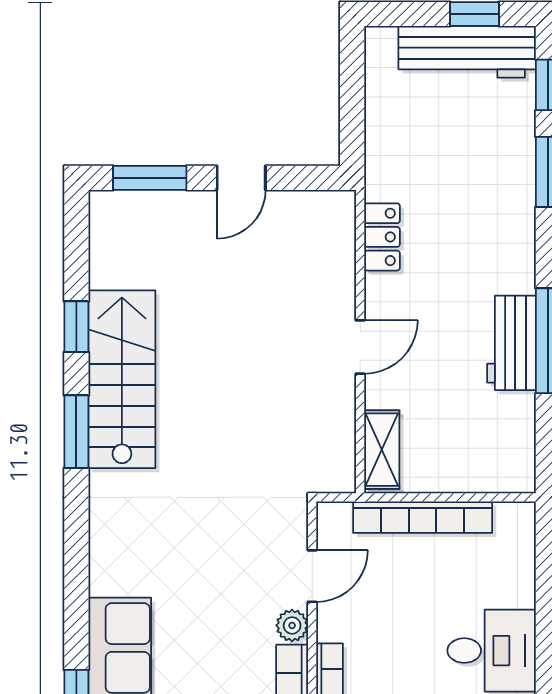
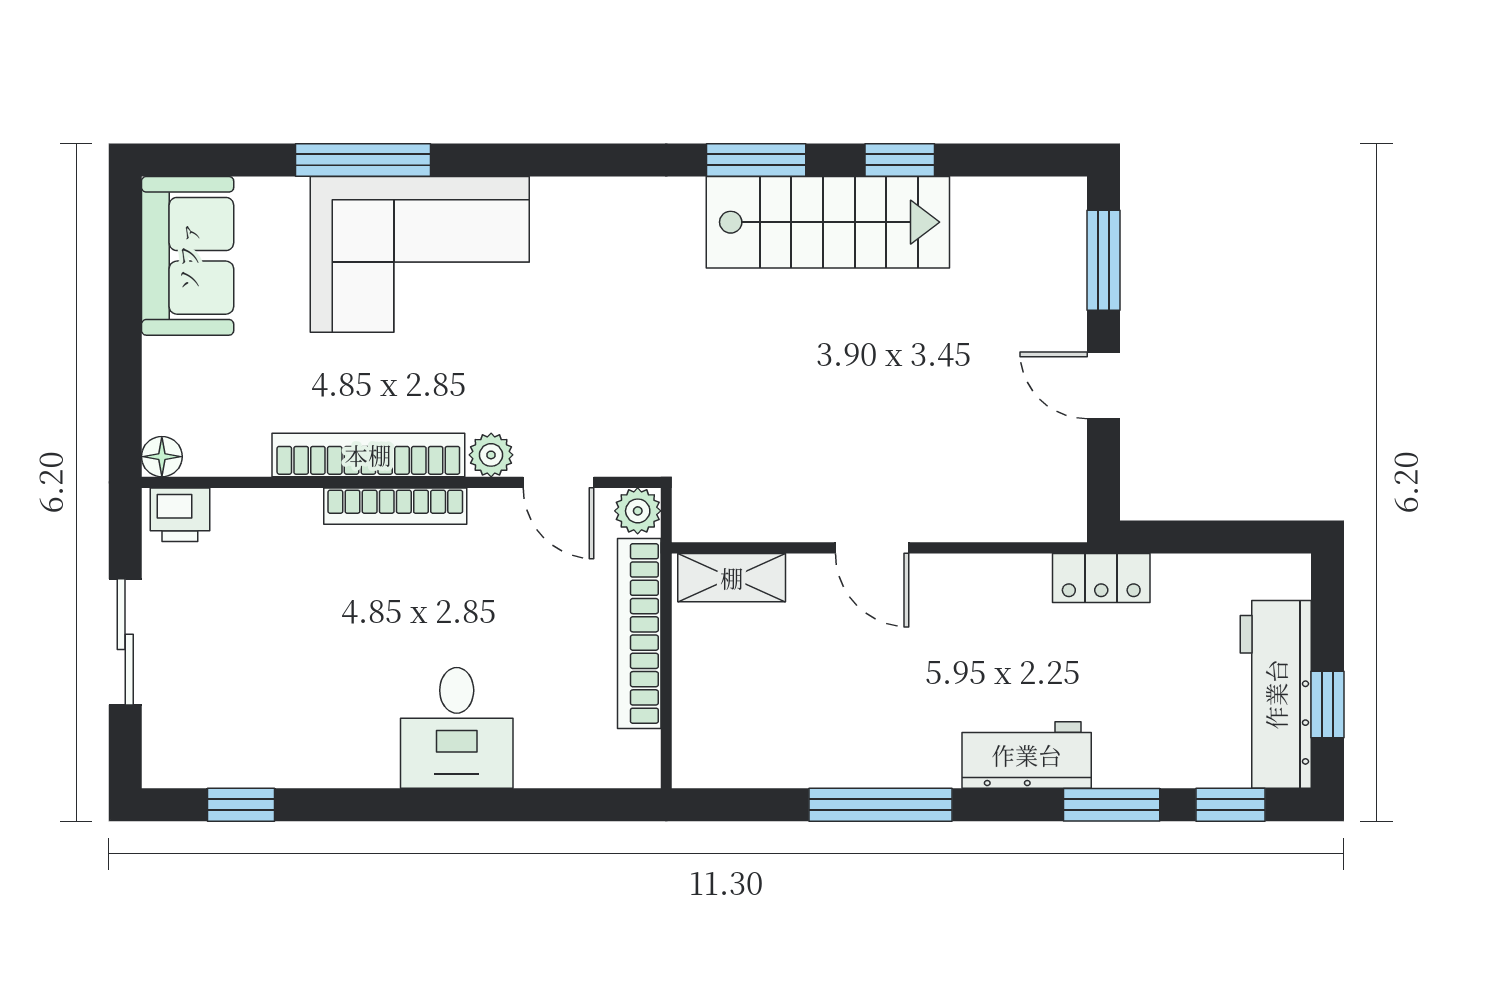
locker: (382, 237) -> (1101, 578), moved
workbench: (511, 343) -> (1027, 755), moved
plant: (333, 518) -> (638, 511), added

